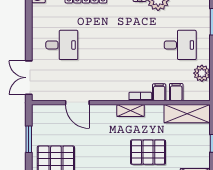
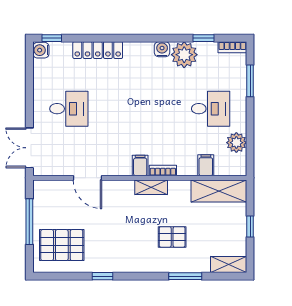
filing cabinet: (159, 92) -> (140, 165), moved
window: (29, 139) -> (29, 222), width x1.44
pallet: (148, 152) -> (172, 237), width x0.67, depth x0.71

